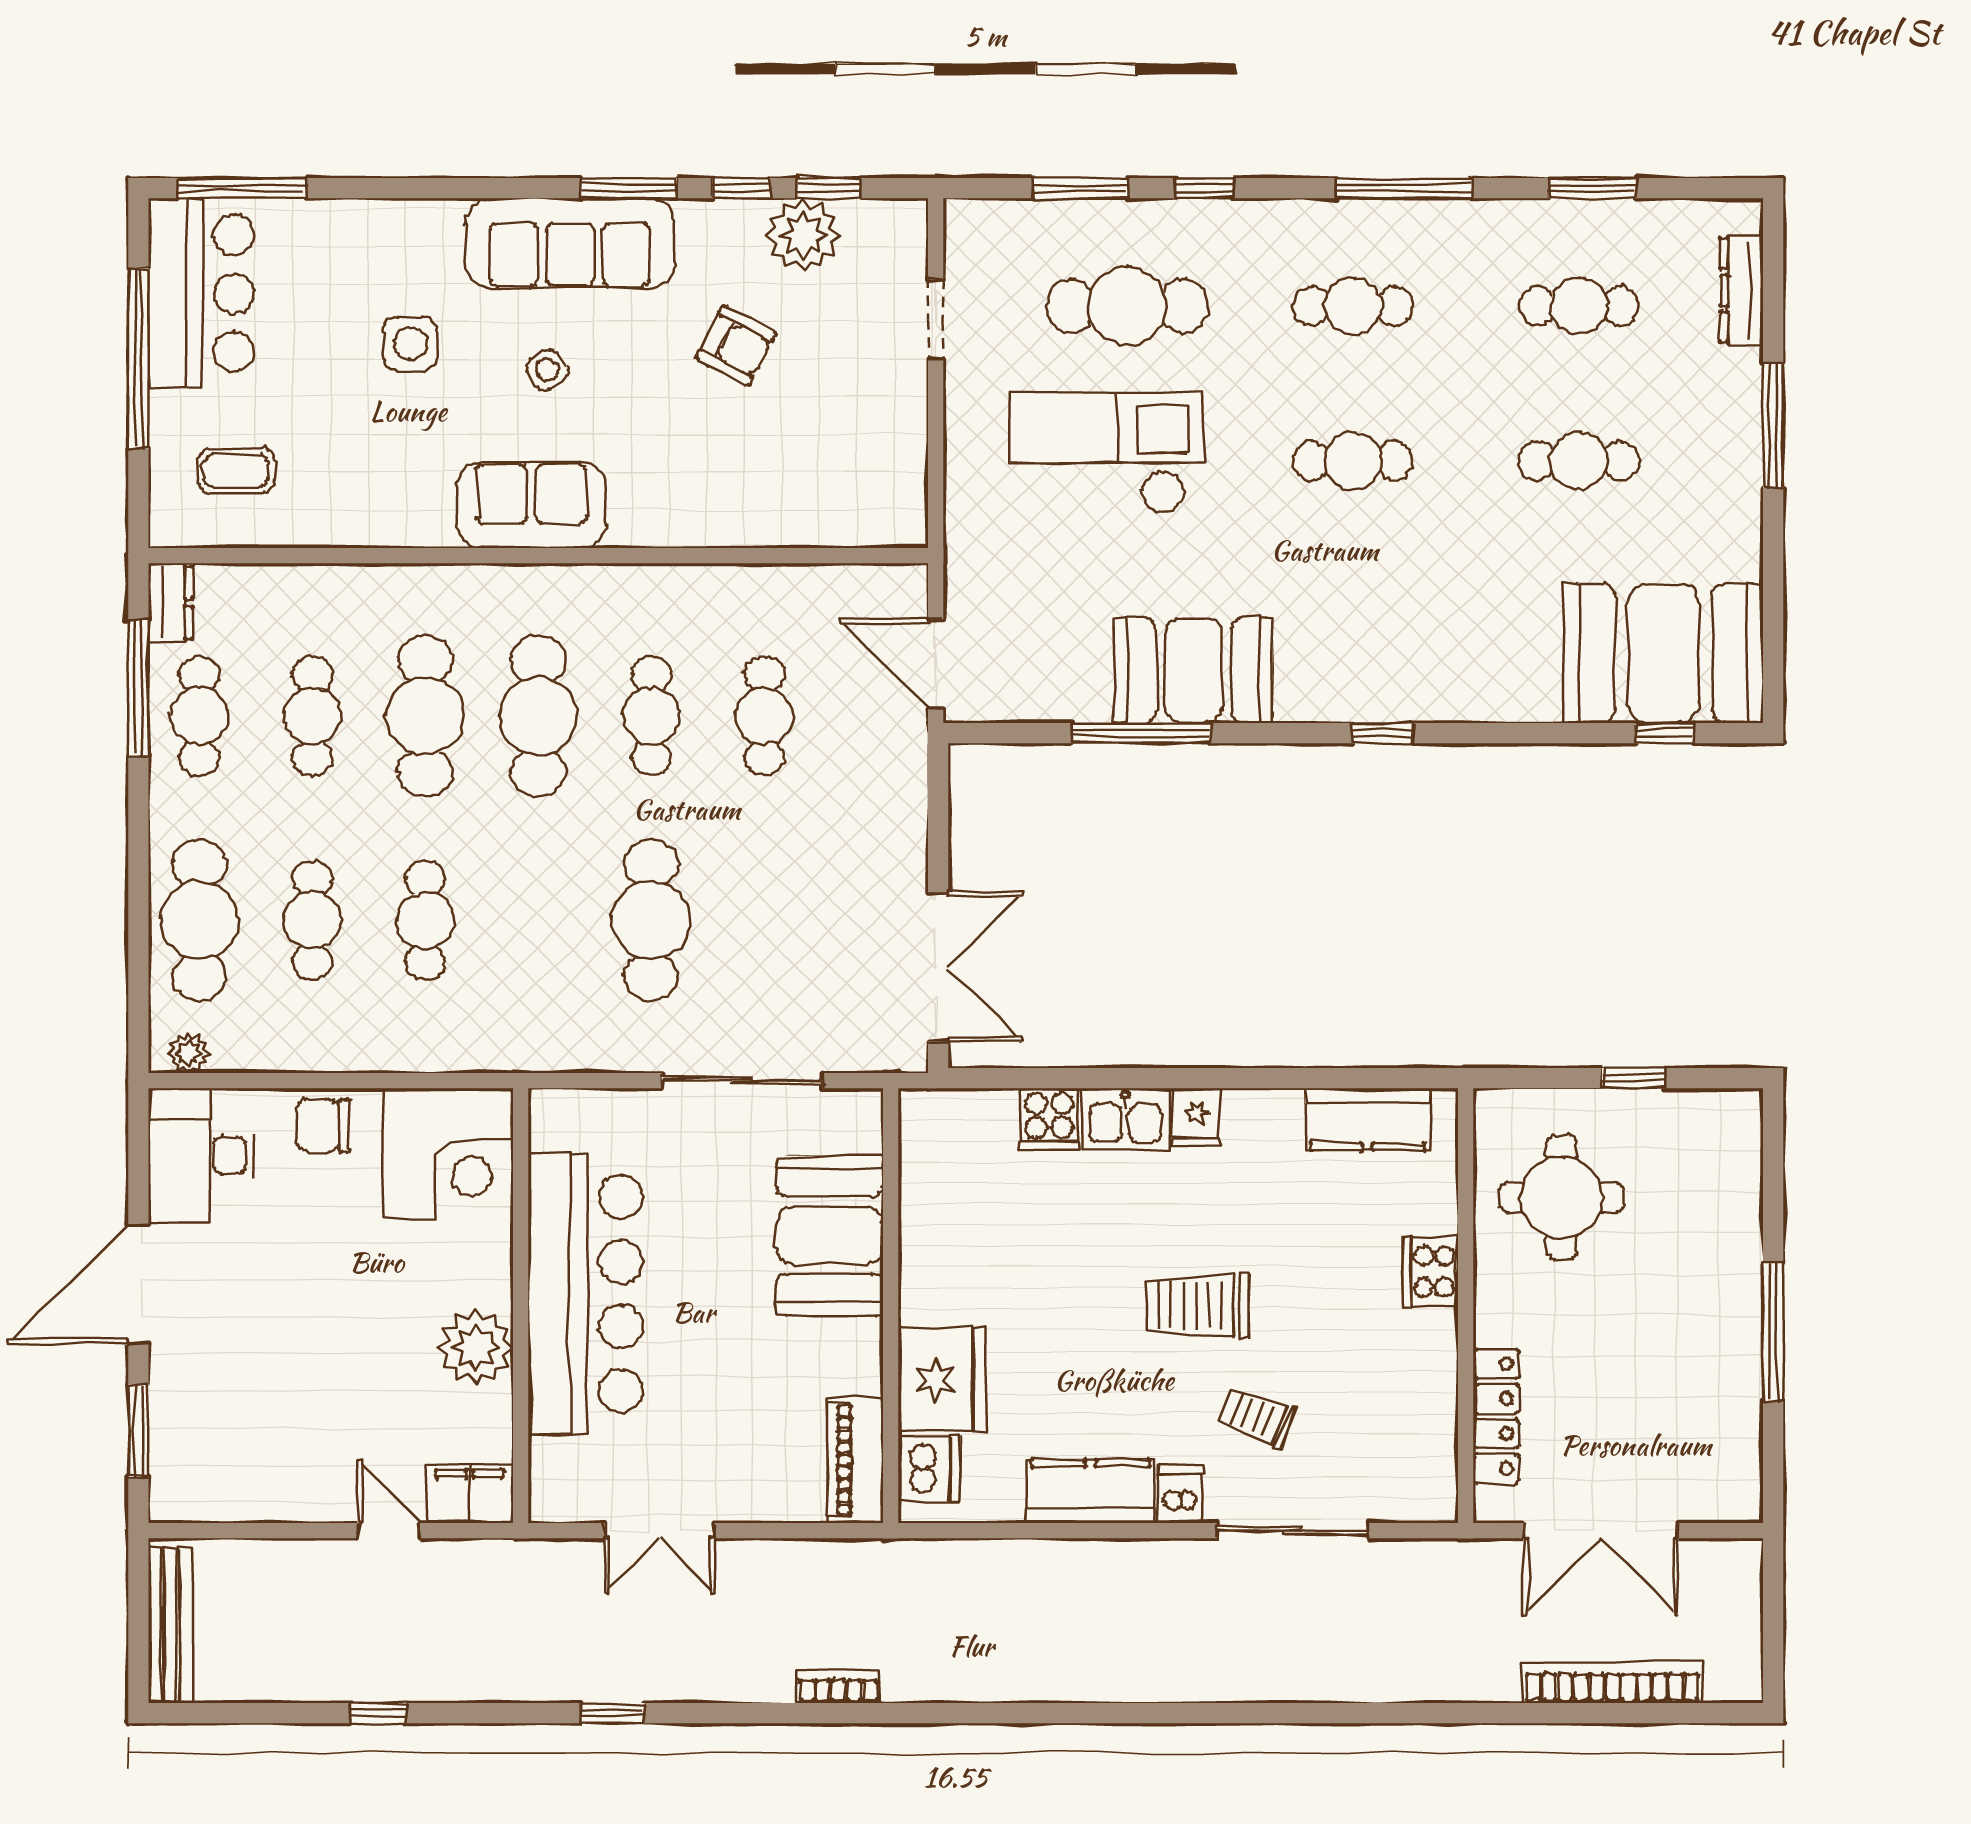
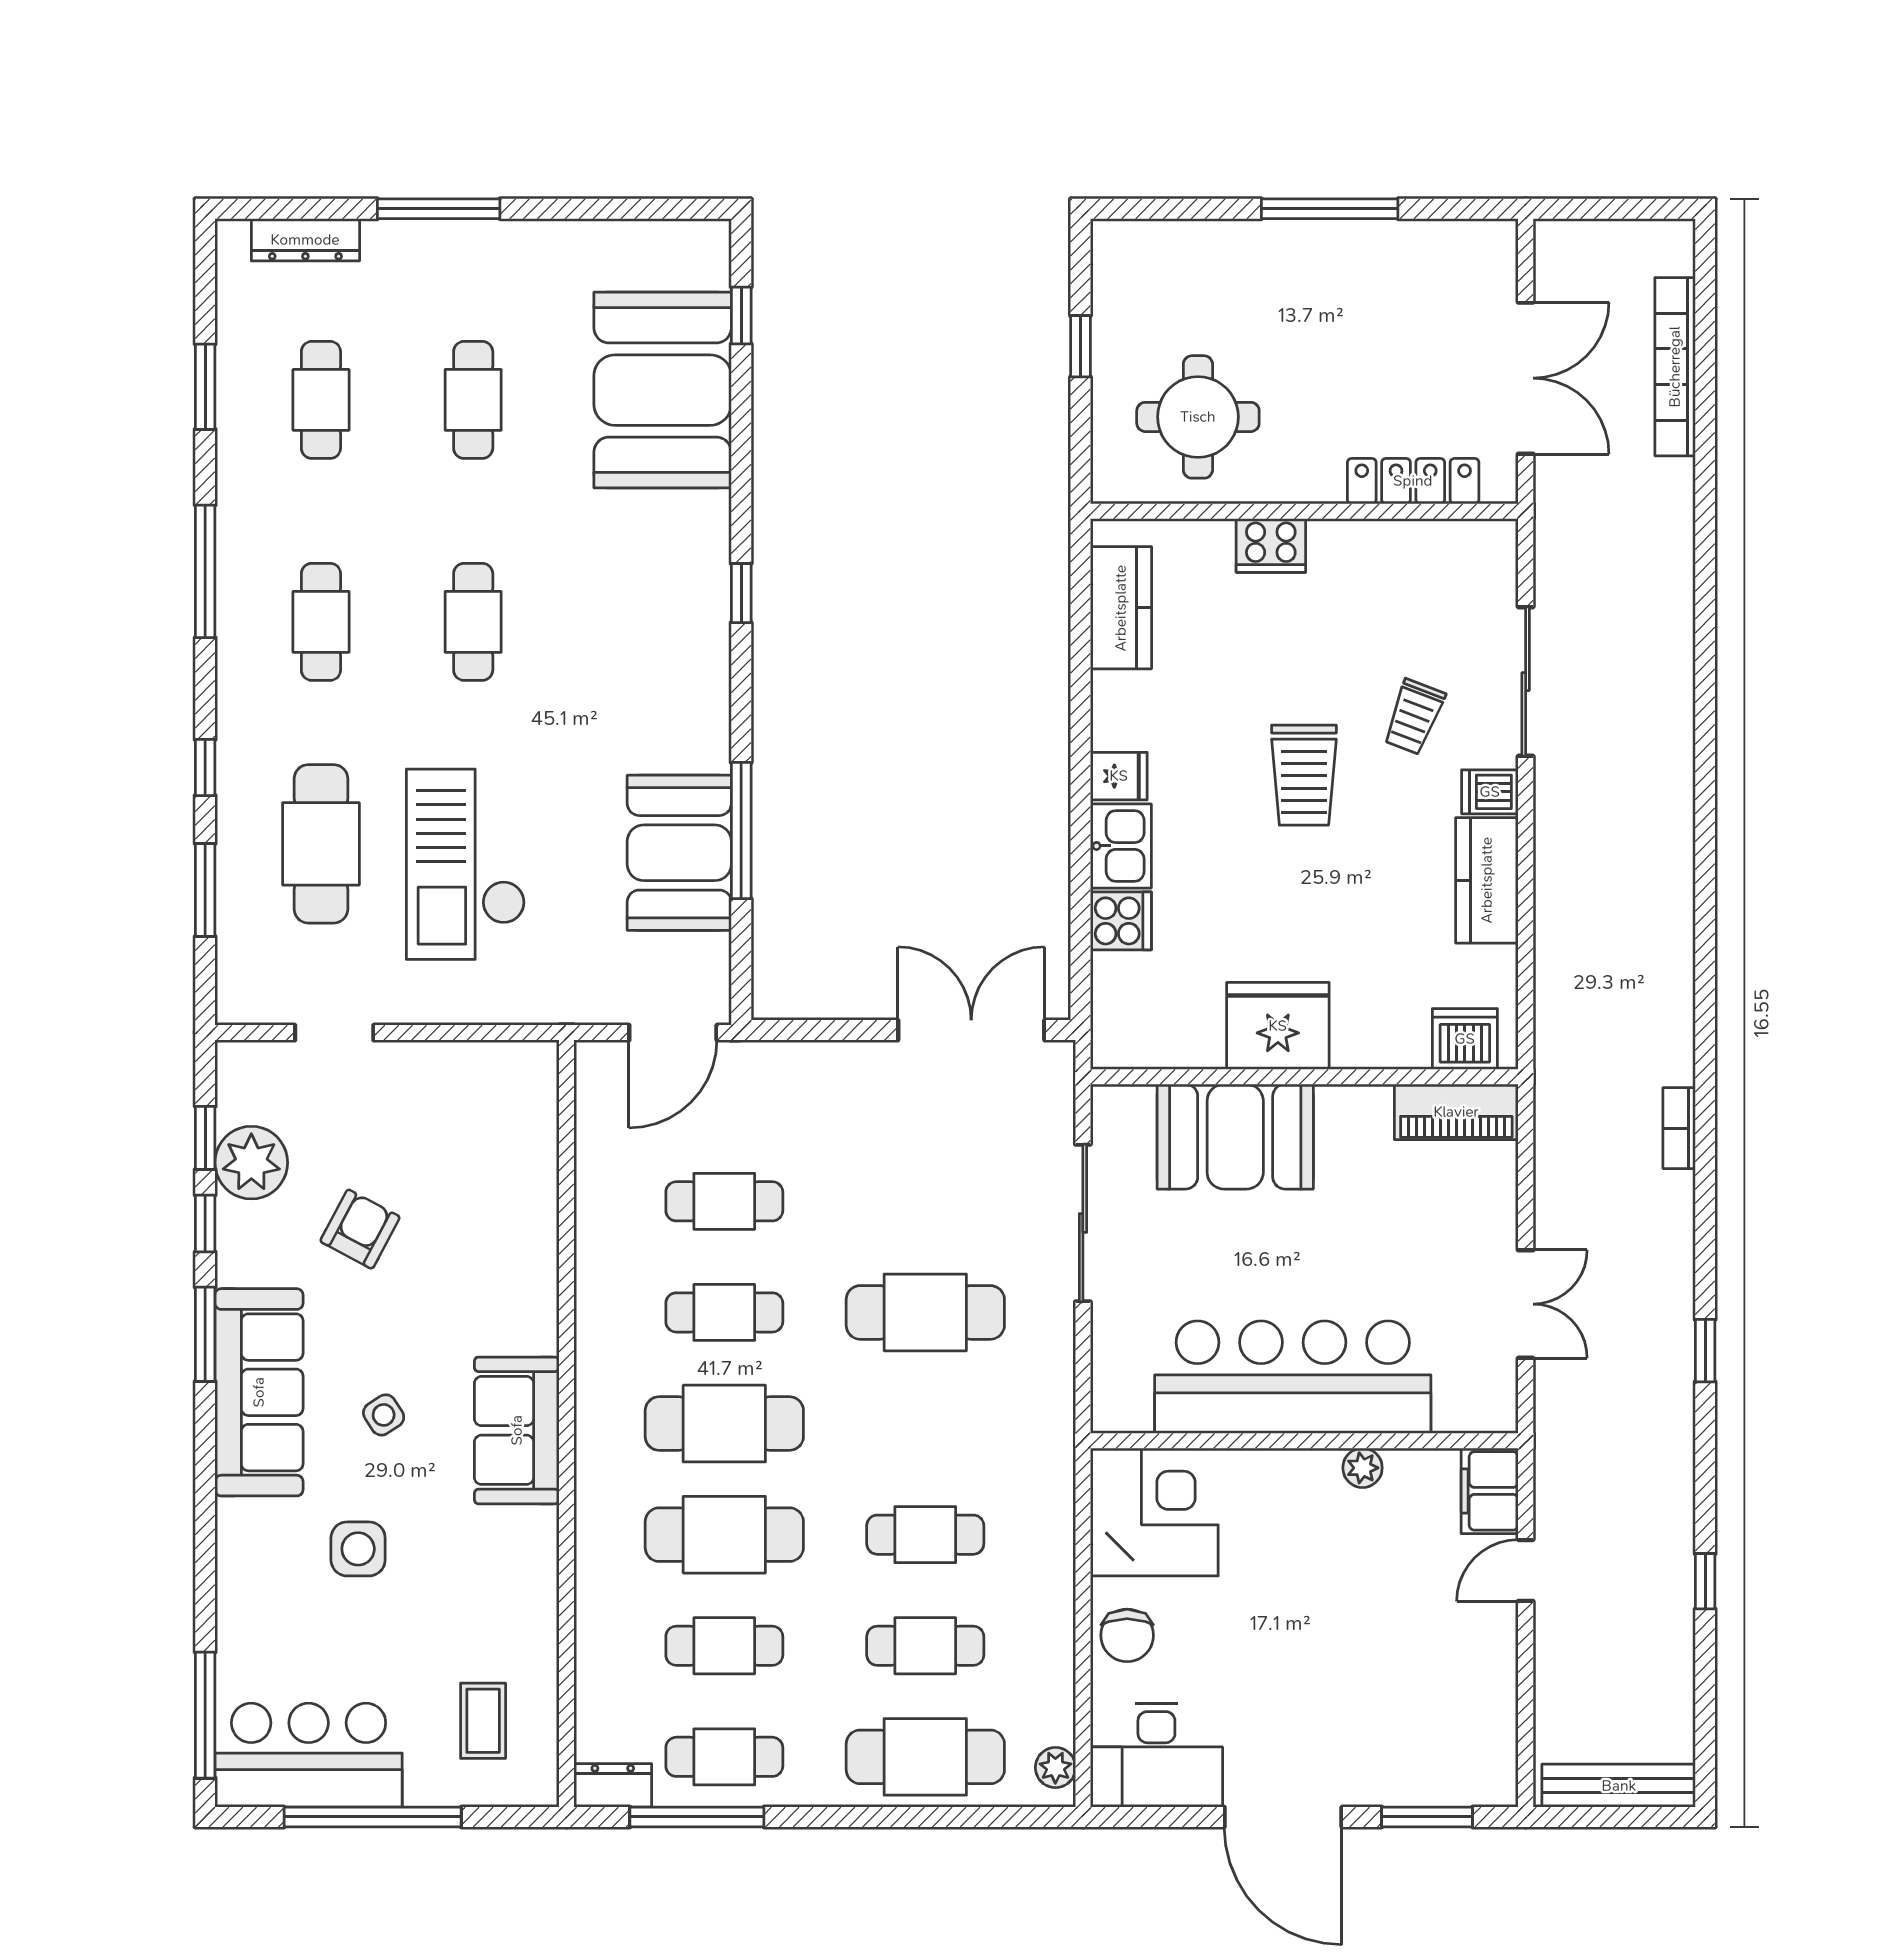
booth: (1663, 653) -> (663, 390), moved
booth: (1193, 670) -> (679, 853), moved
plant: (476, 1347) -> (1363, 1468), width x0.53, depth x0.53
fridge: (942, 1380) -> (1278, 1026), moved

